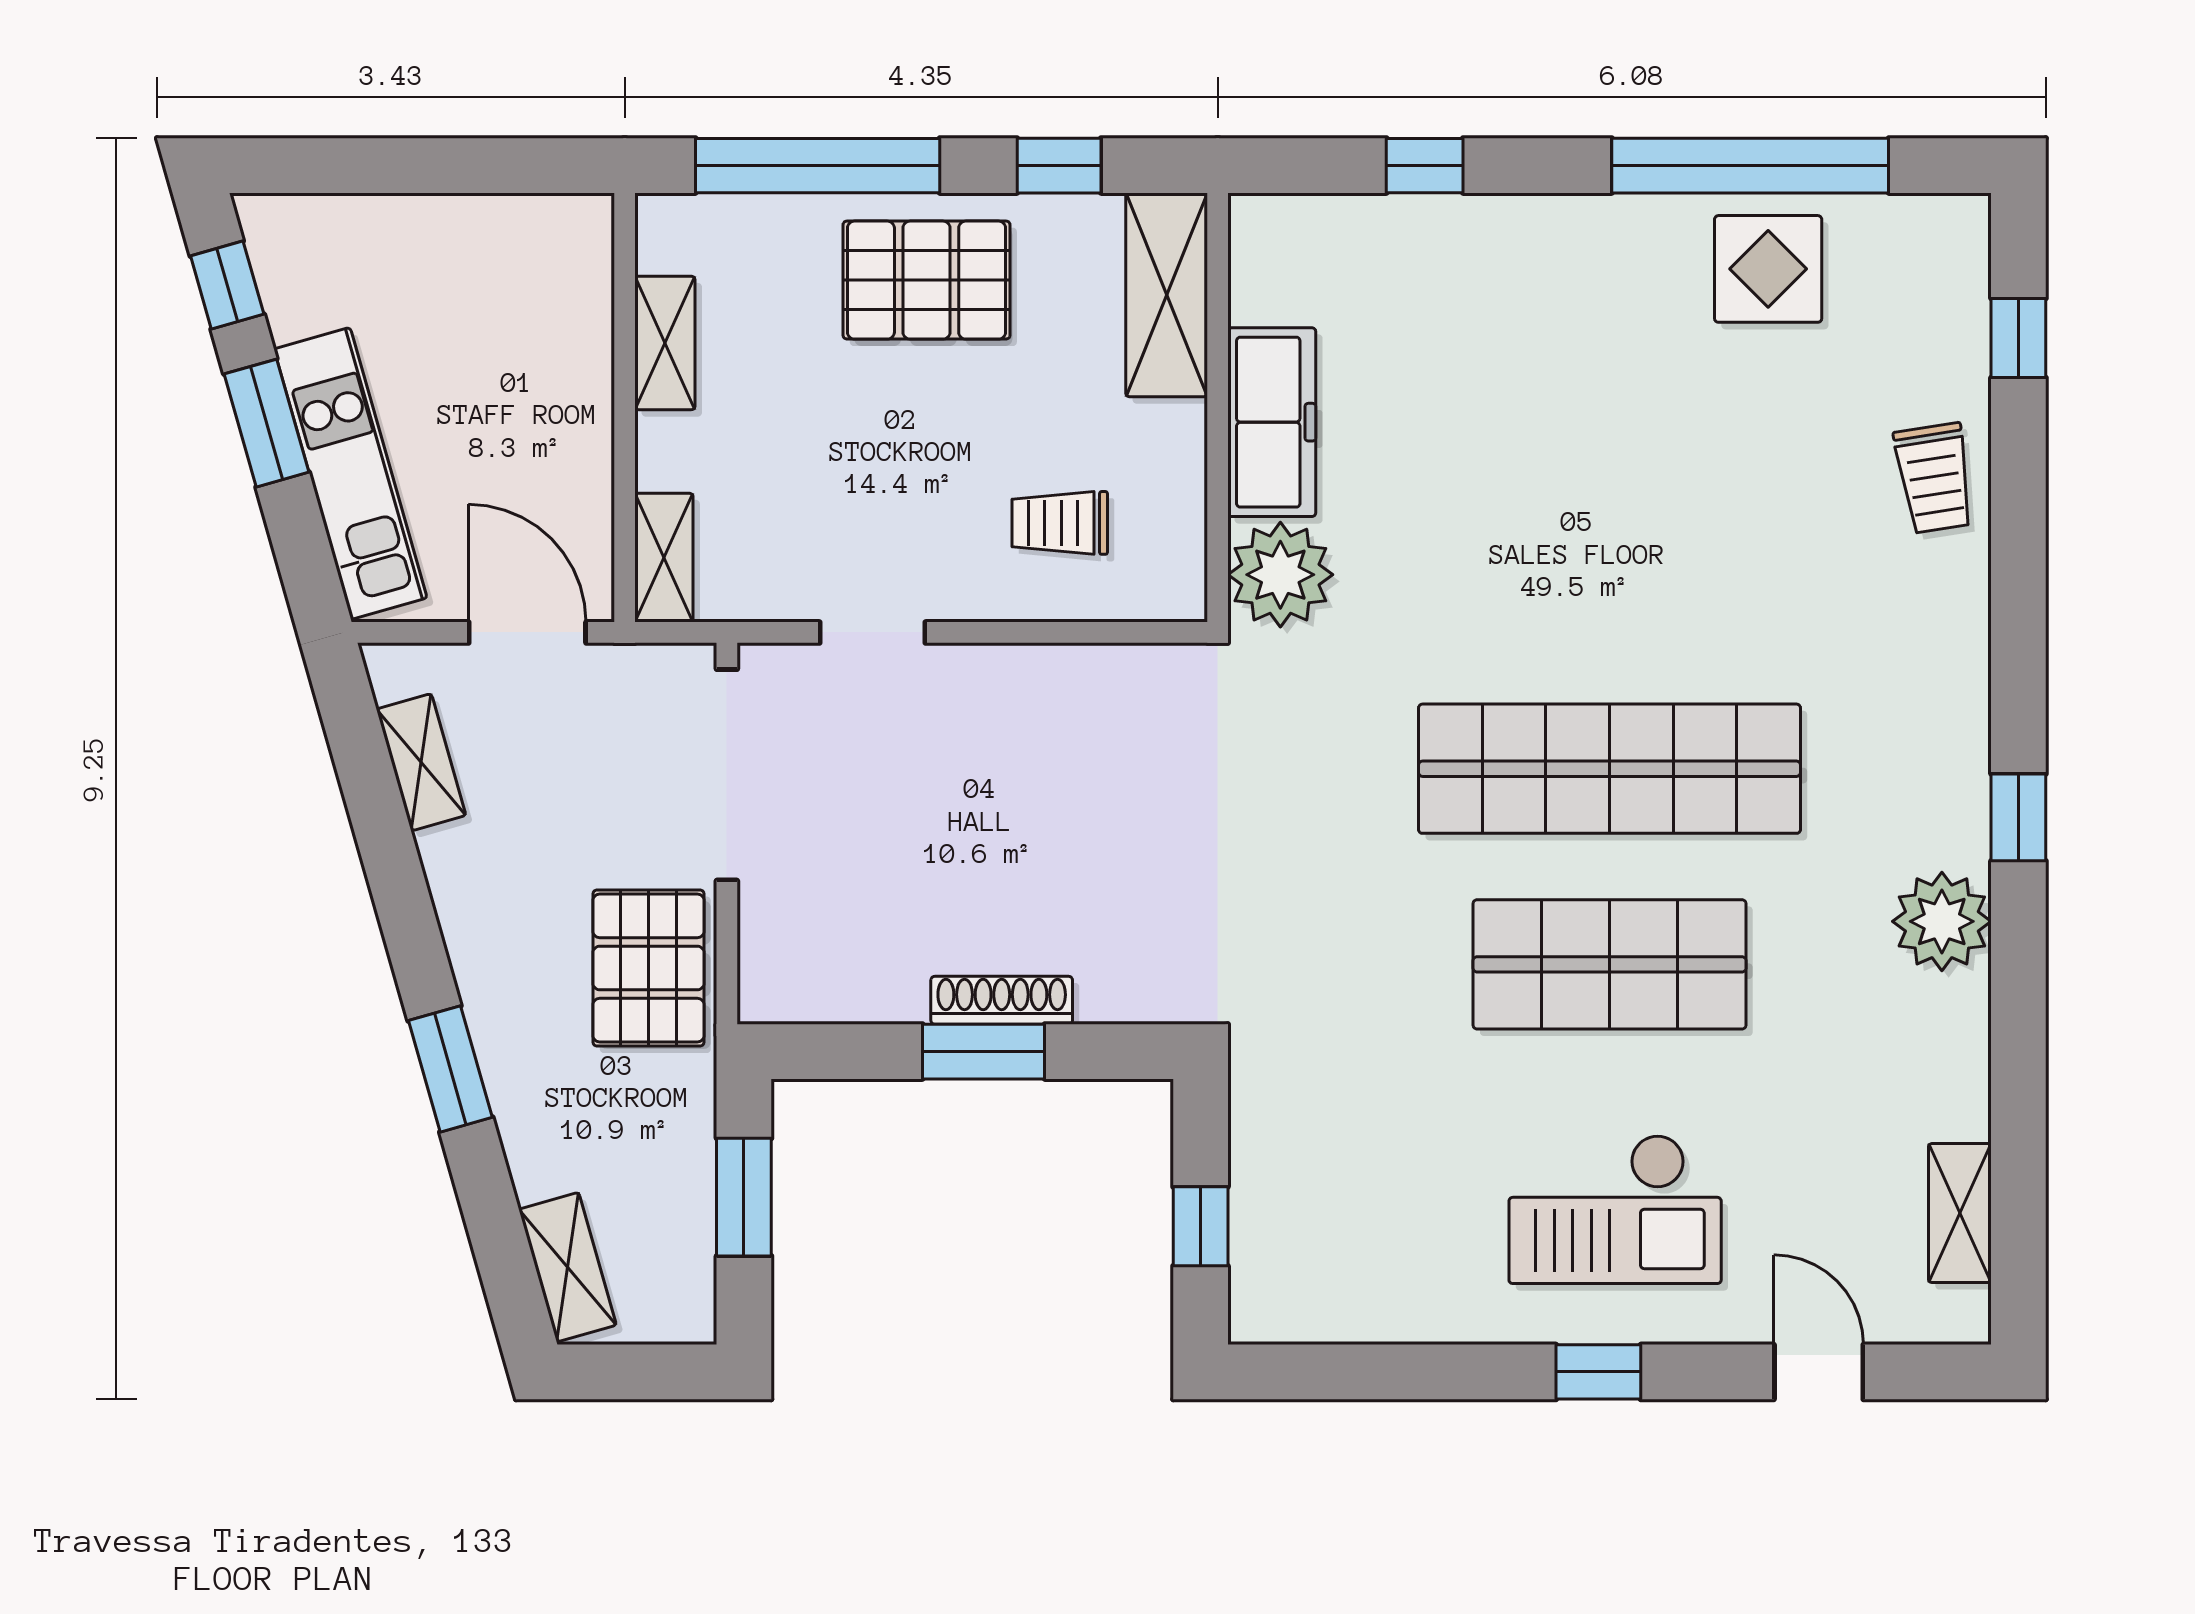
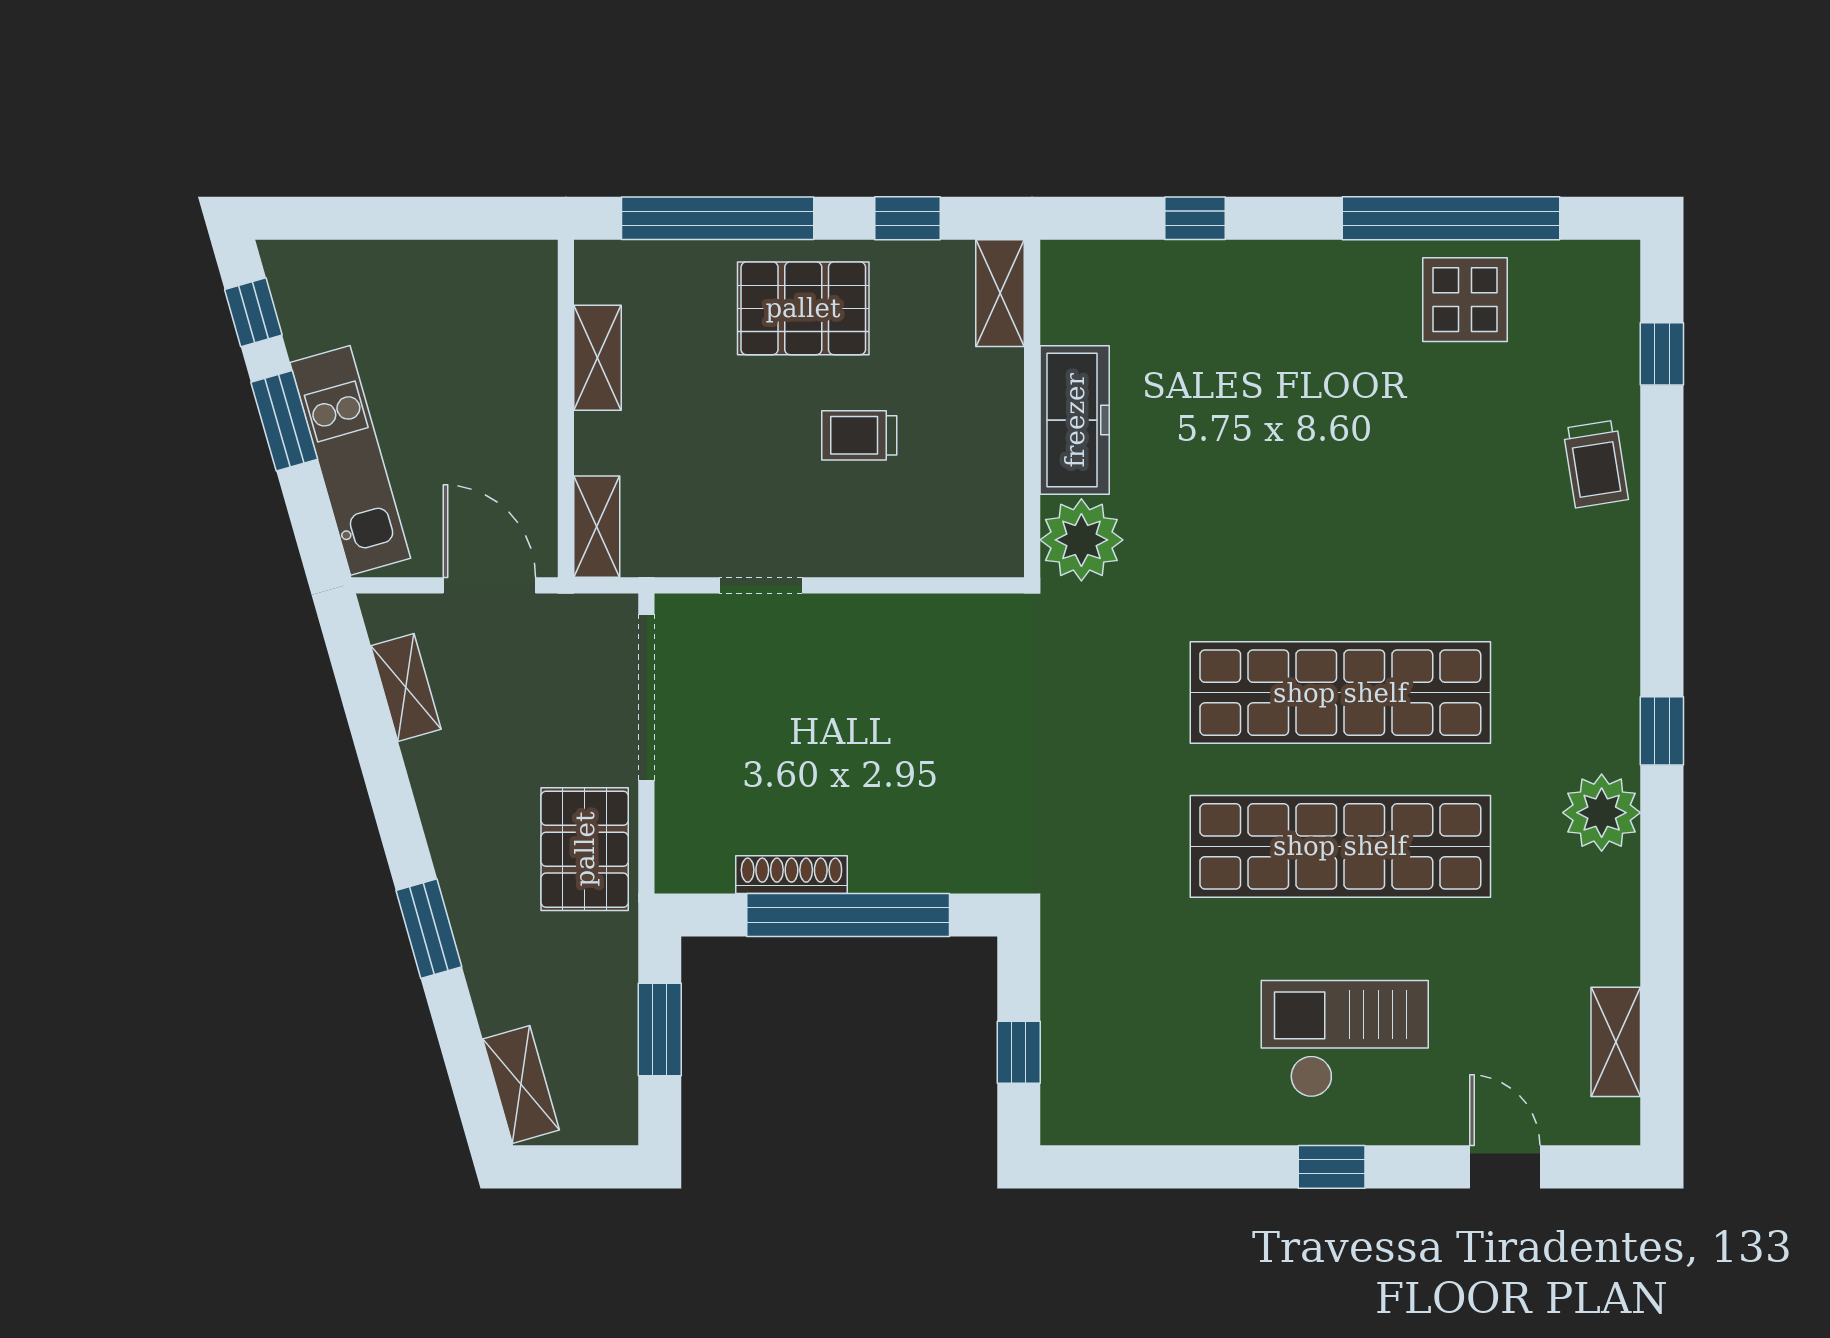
shelving: (1167, 295) -> (1000, 293), width x0.67, depth x0.75
trolley: (1060, 523) -> (859, 435), moved
shop shelf: (1610, 964) -> (1340, 846), width x1.40
shoe rack: (1002, 1000) -> (791, 875), moved
window: (984, 1052) -> (848, 915), width x2.11
checkout: (1615, 1209) -> (1345, 1039), turned 180

